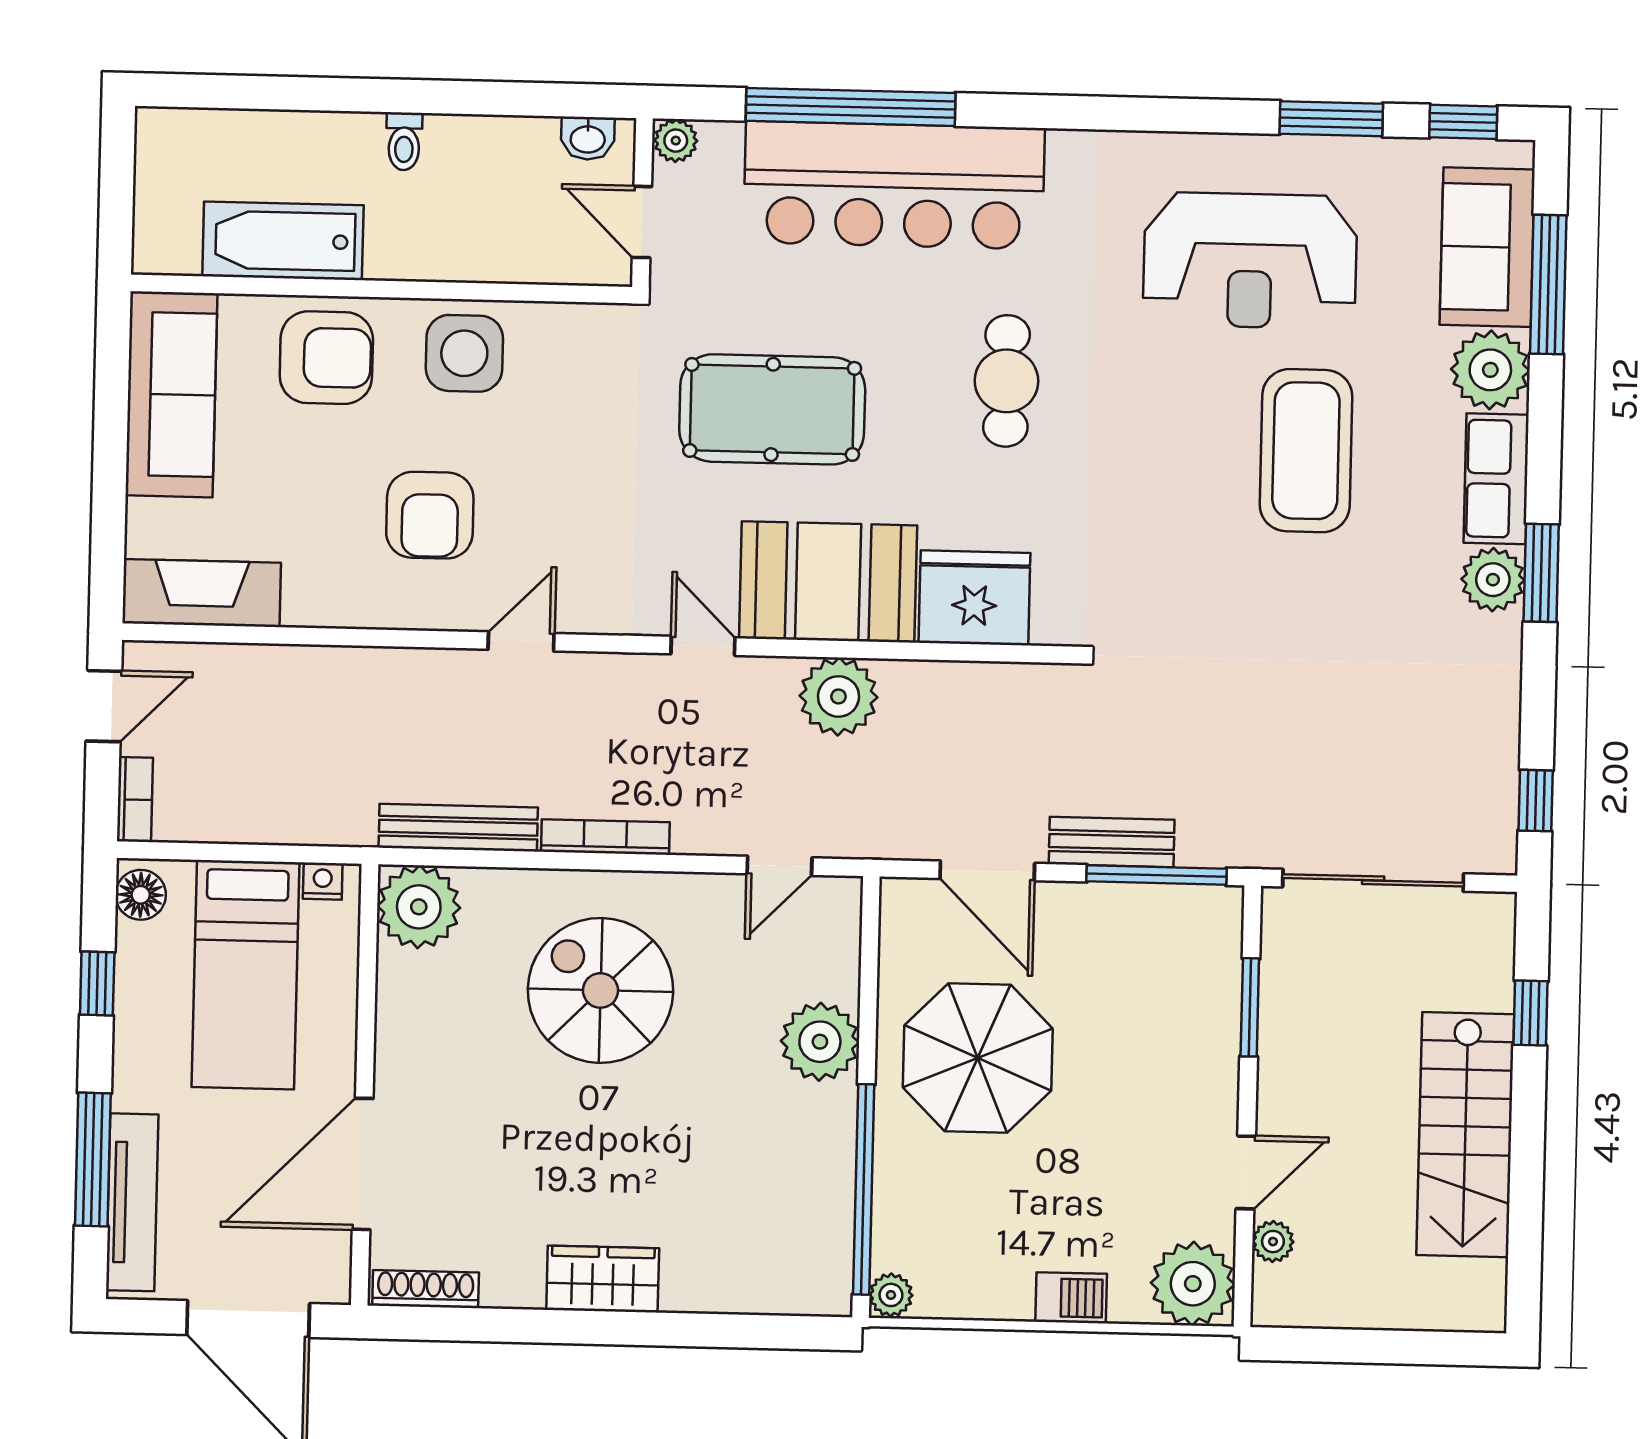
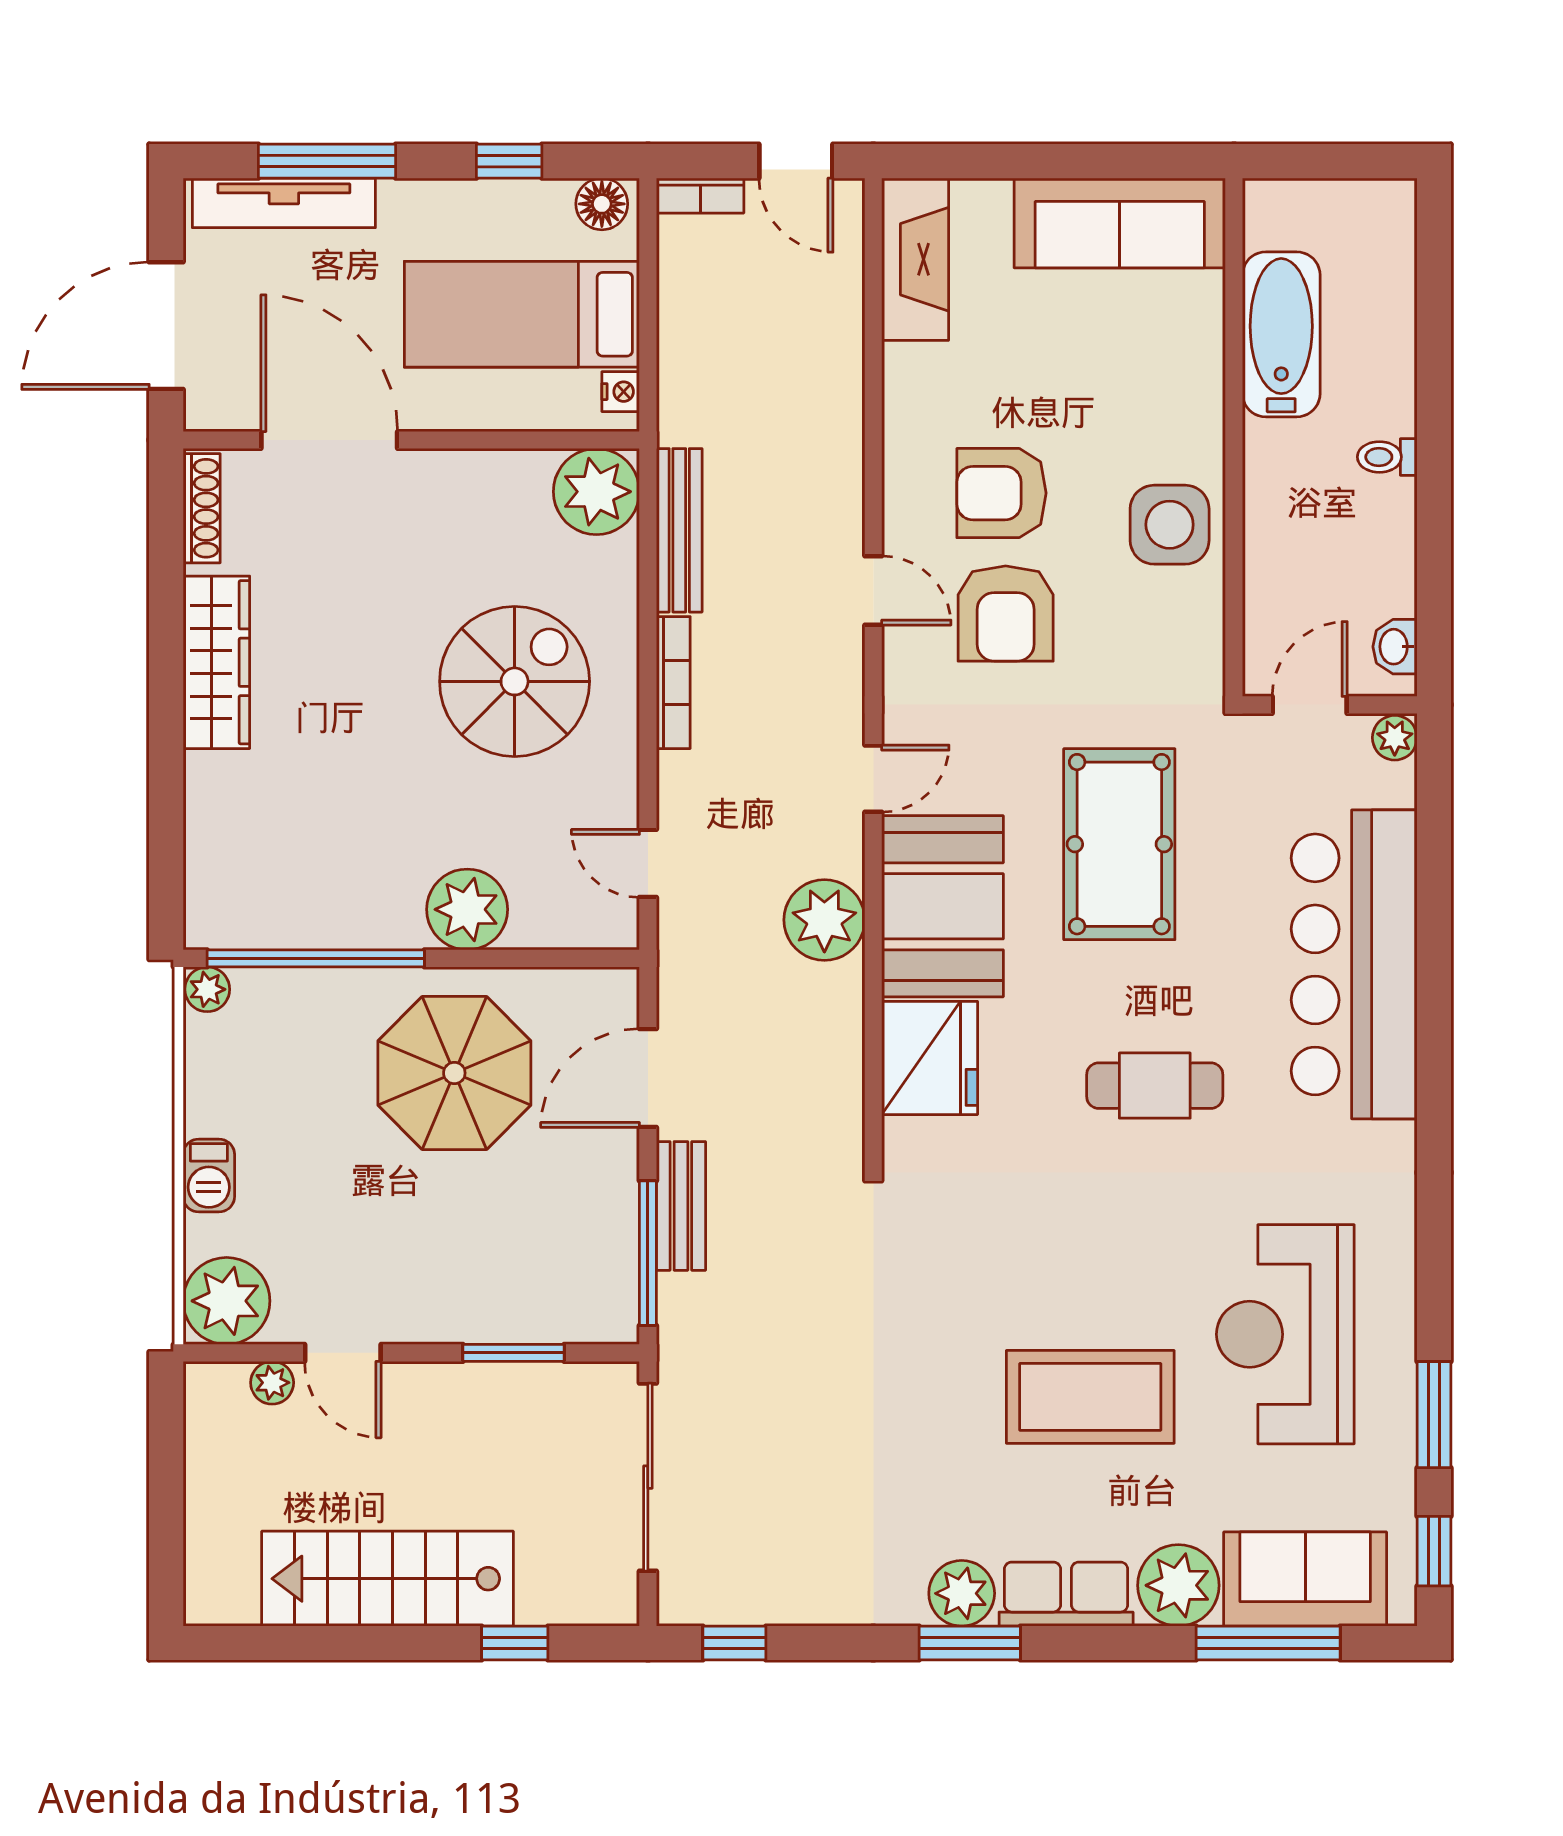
window: (851, 107) -> (1434, 918), removed
armchair: (326, 358) -> (1006, 614), moved
wardrobe: (603, 1279) -> (216, 662), width x1.50

